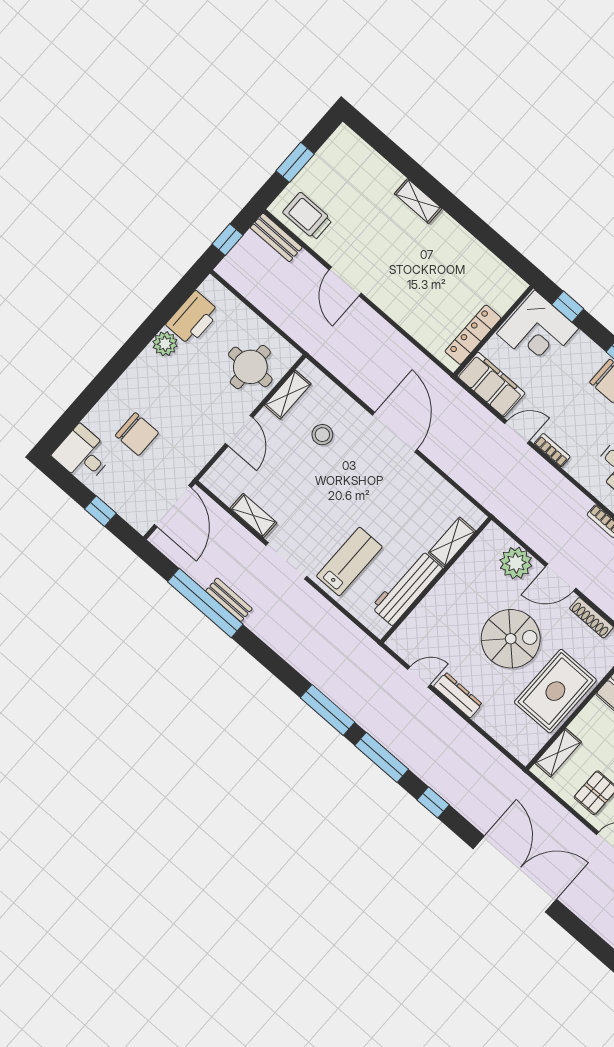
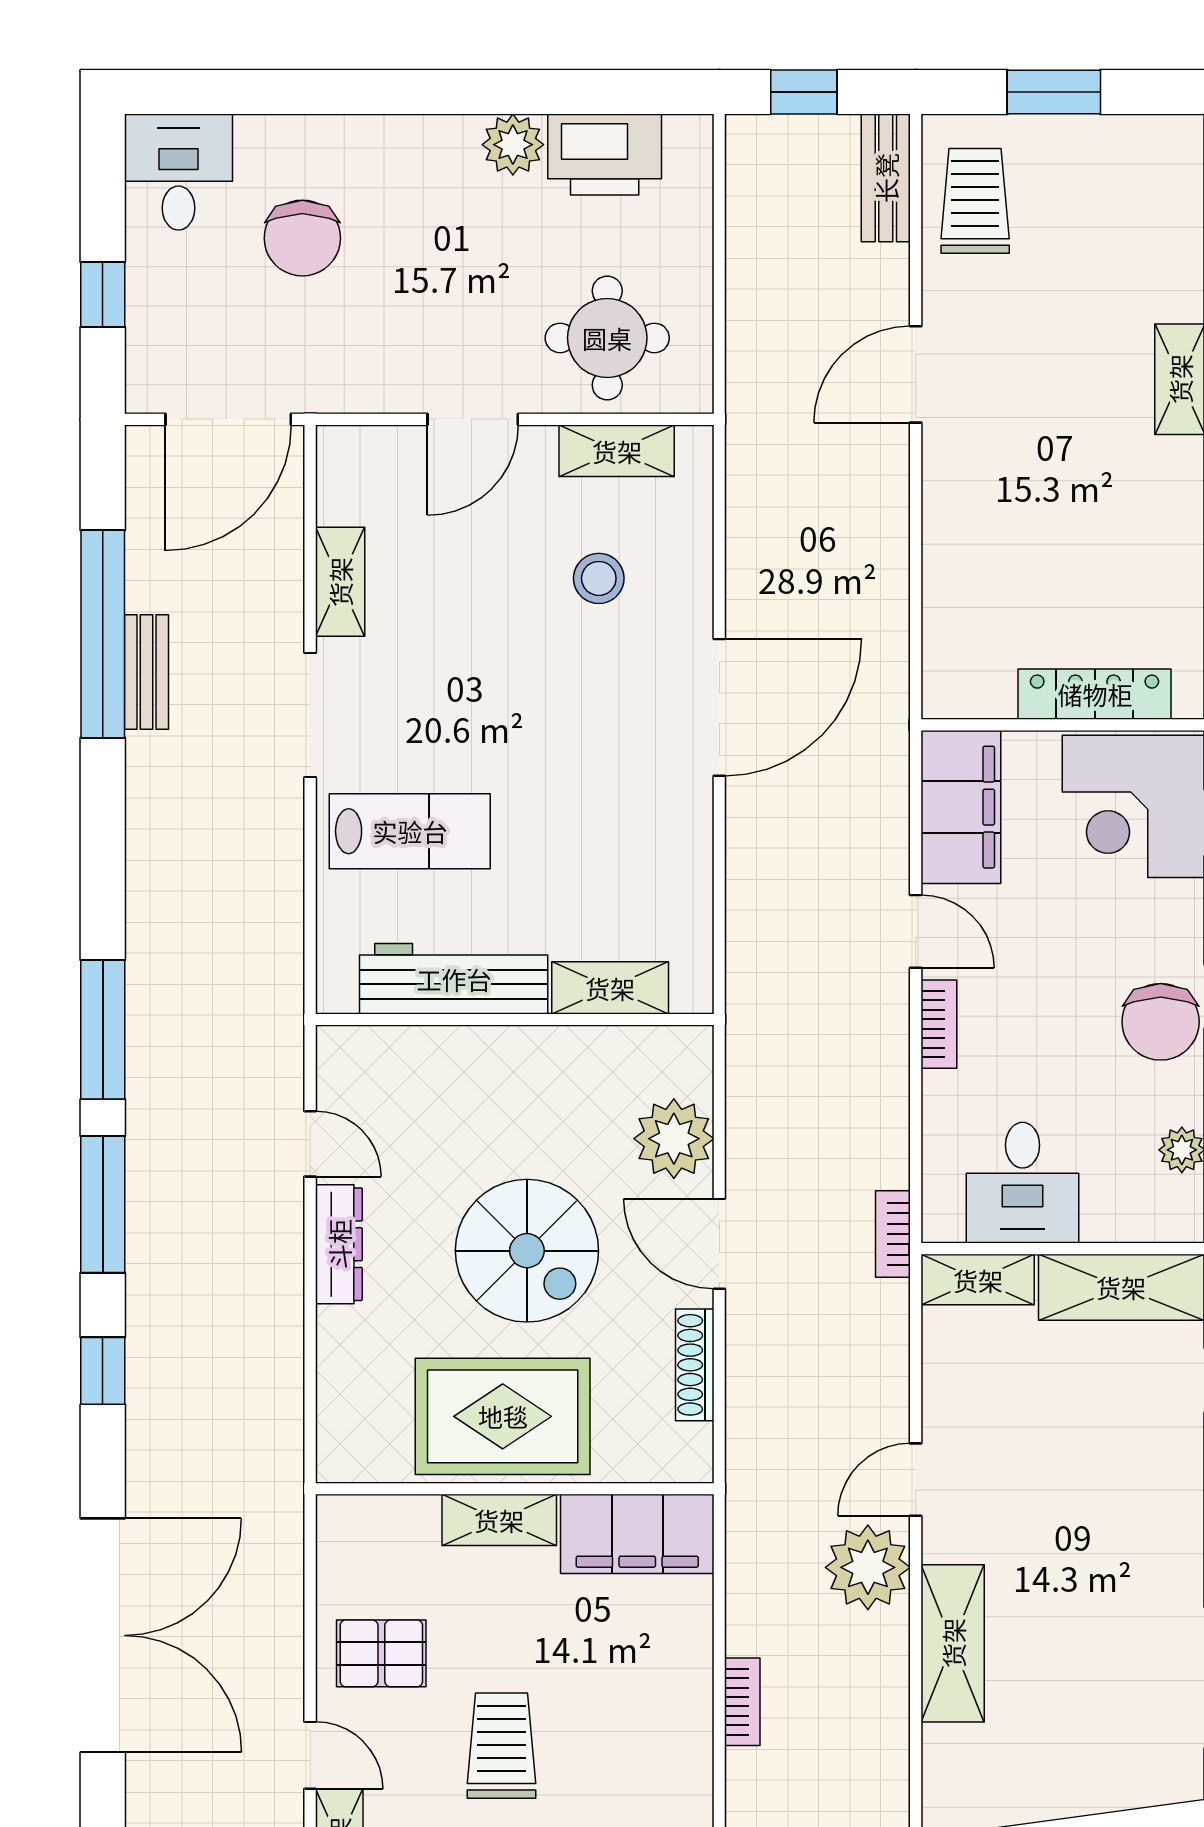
locker: (473, 335) -> (1095, 694), moved
shelving: (558, 753) -> (499, 1520), moved

